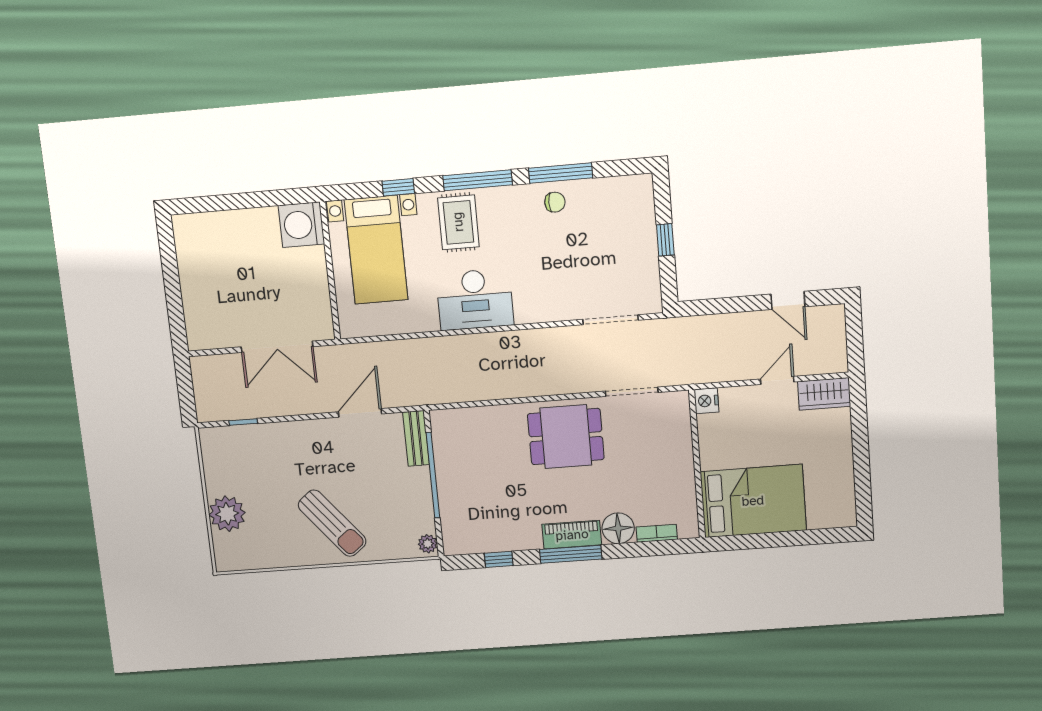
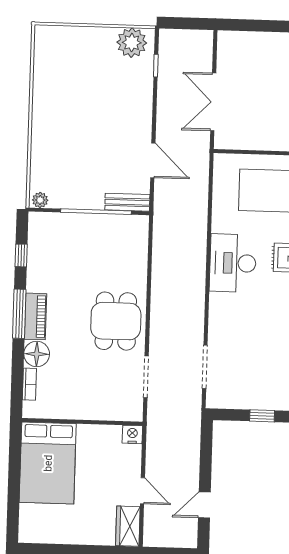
plant: (227, 514) -> (132, 43), moved
sun lounger: (332, 523) -> (65, 125), removed

